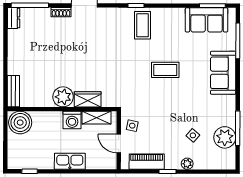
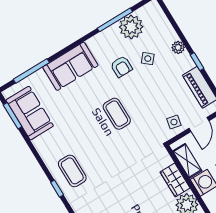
coffee table: (142, 25) -> (72, 171), turned 90
coffee table: (165, 70) -> (117, 114), moved
armchair: (199, 112) -> (121, 67), added

